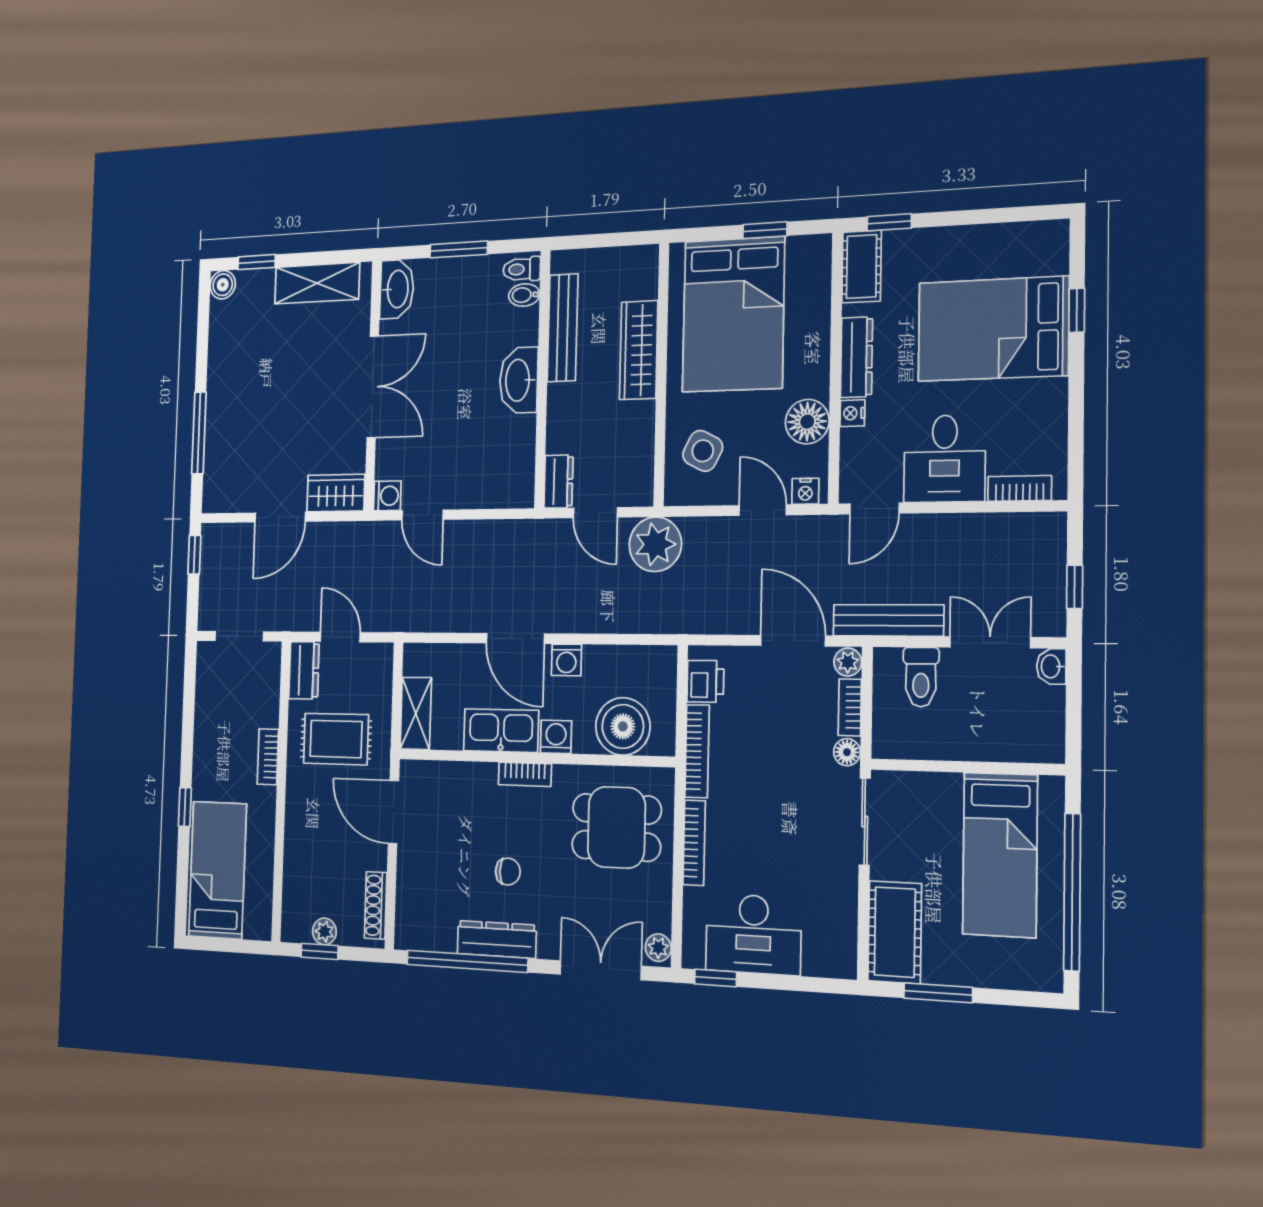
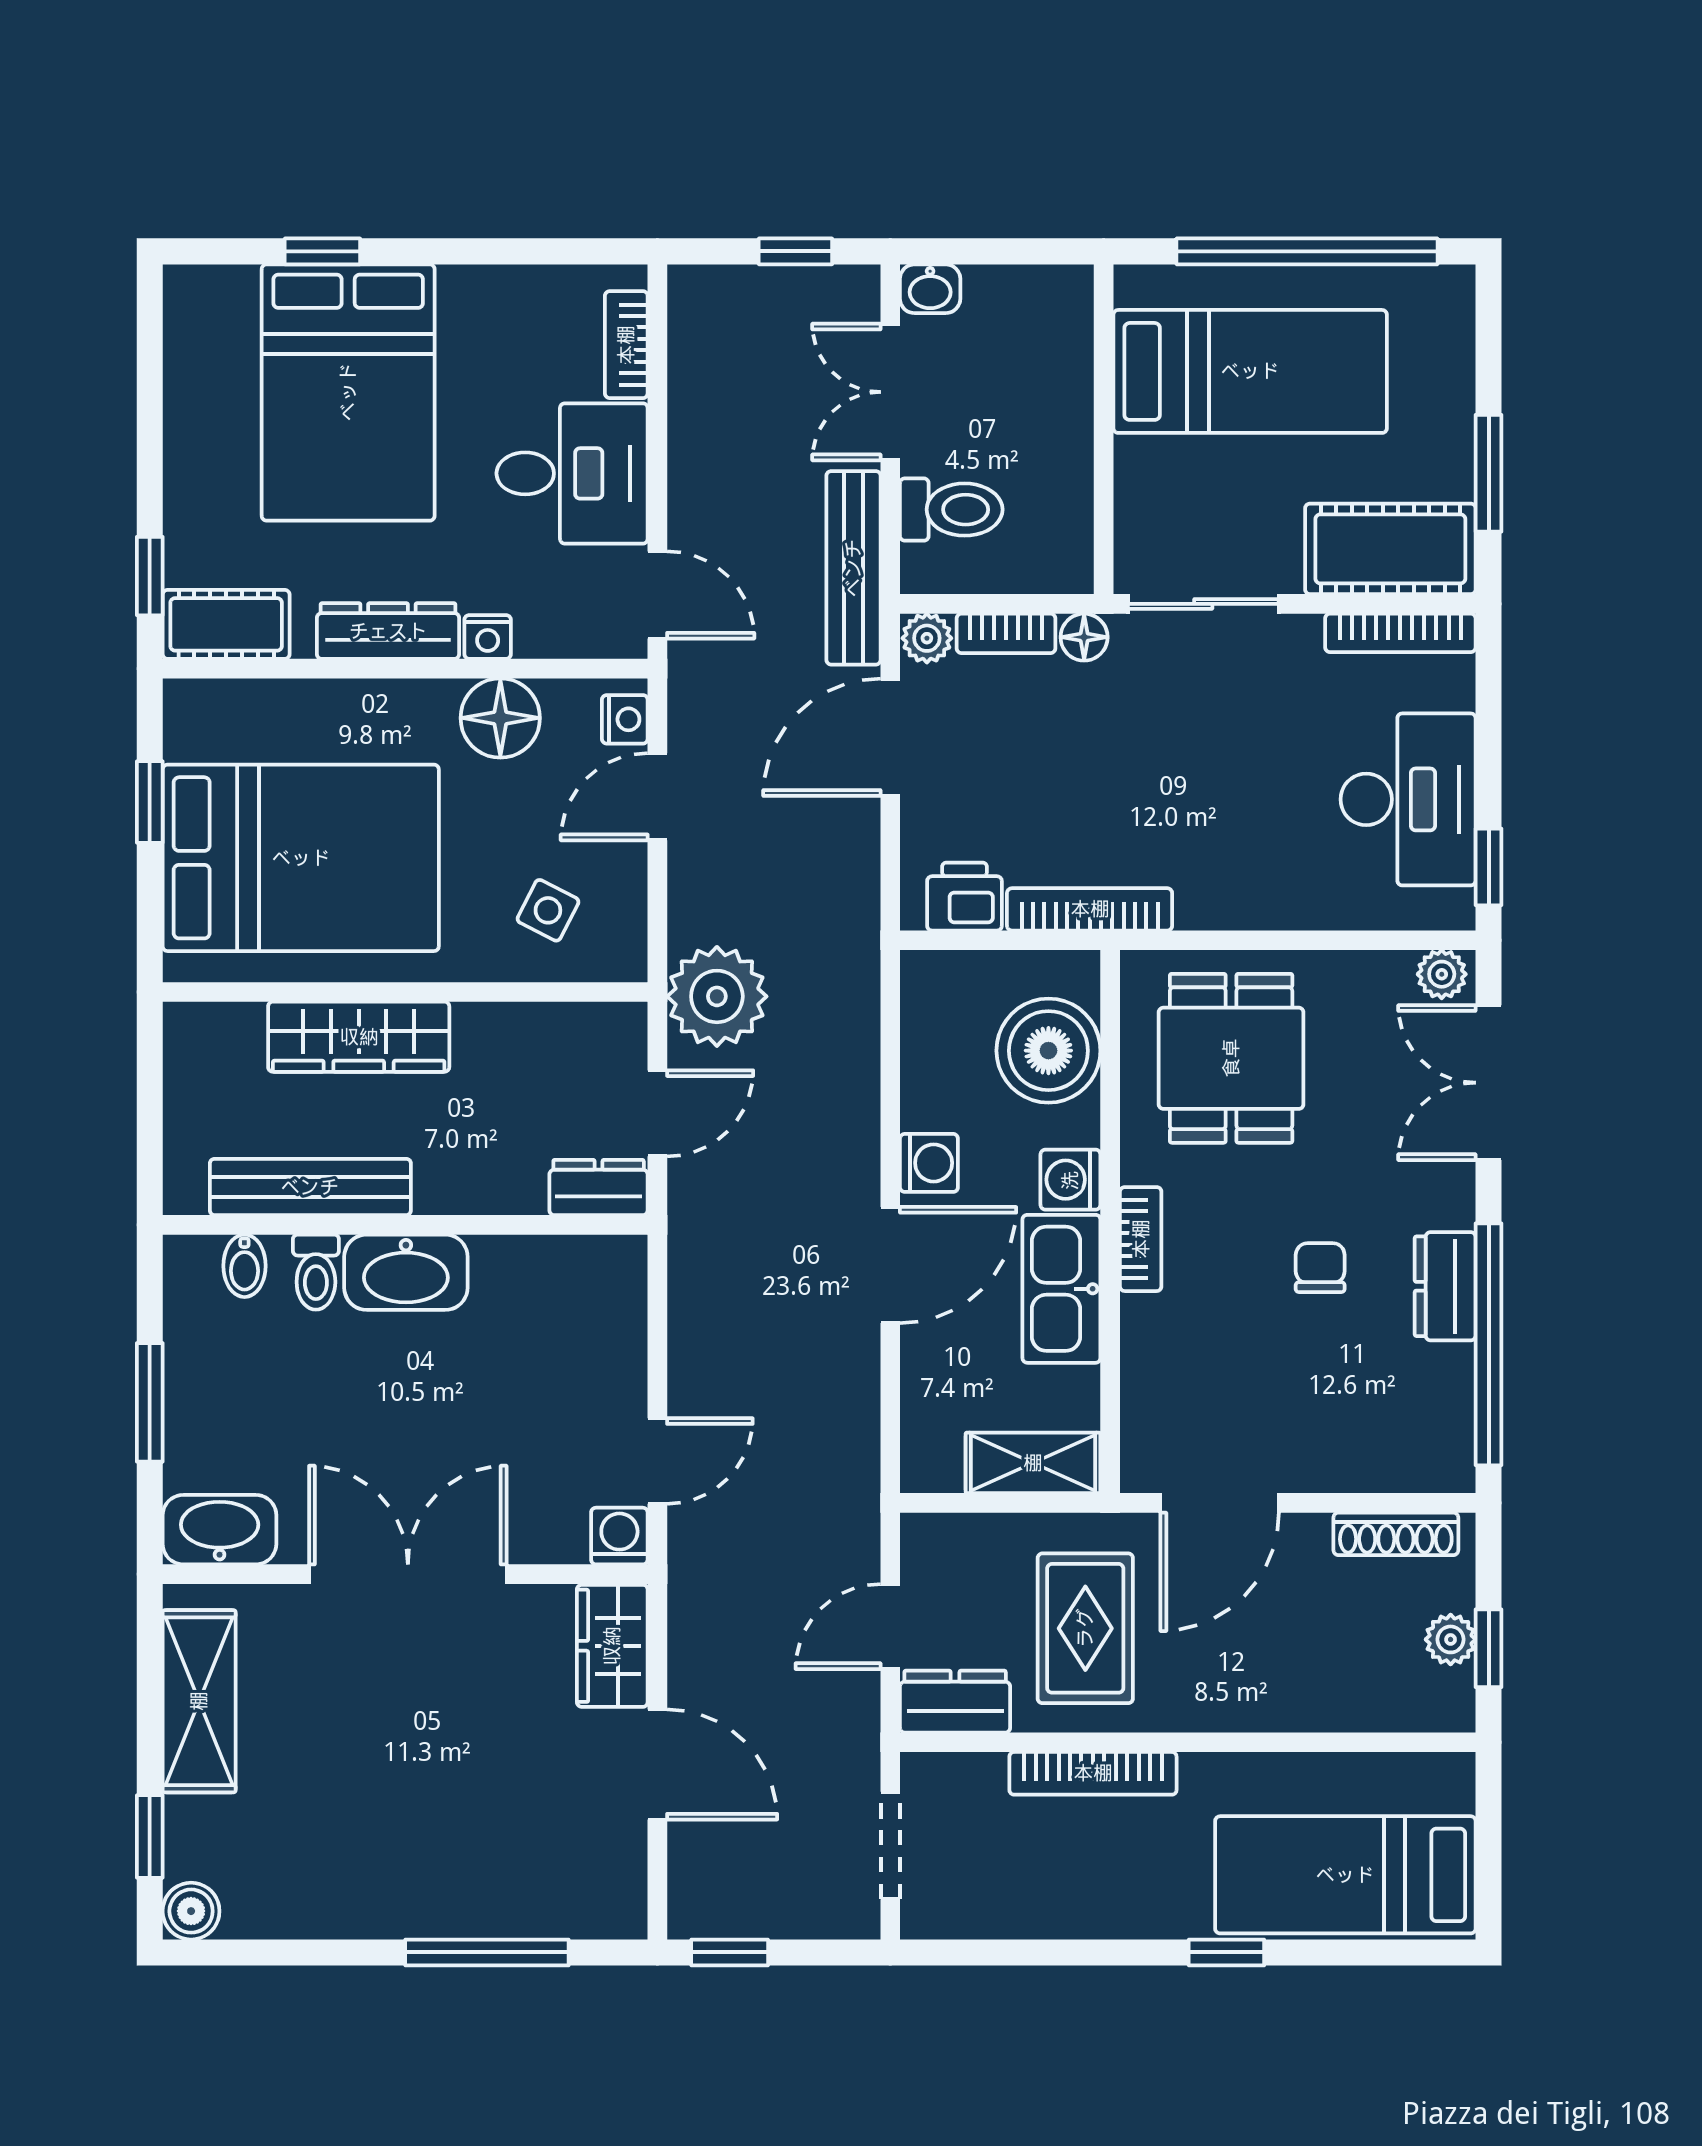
toilet: (522, 269) -> (316, 1272), moved
side table: (703, 451) -> (548, 910), width x0.73, depth x0.73
bookcase: (268, 757) -> (1093, 1773), width x1.56
bookcase: (694, 843) -> (1400, 633), moved, turned 180
dresser: (497, 939) -> (1445, 1286), width x0.70

